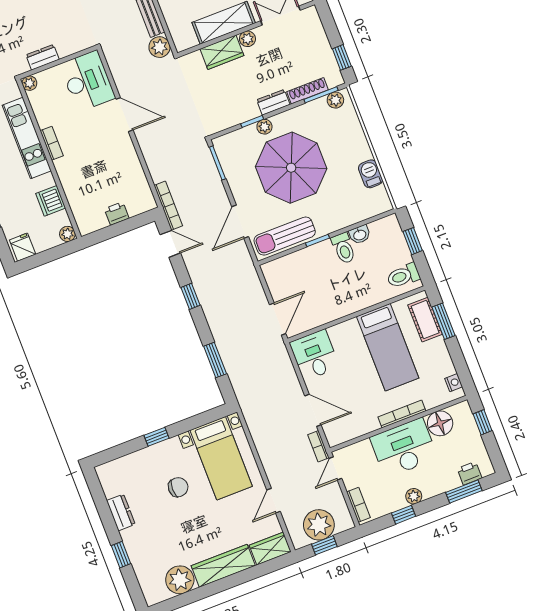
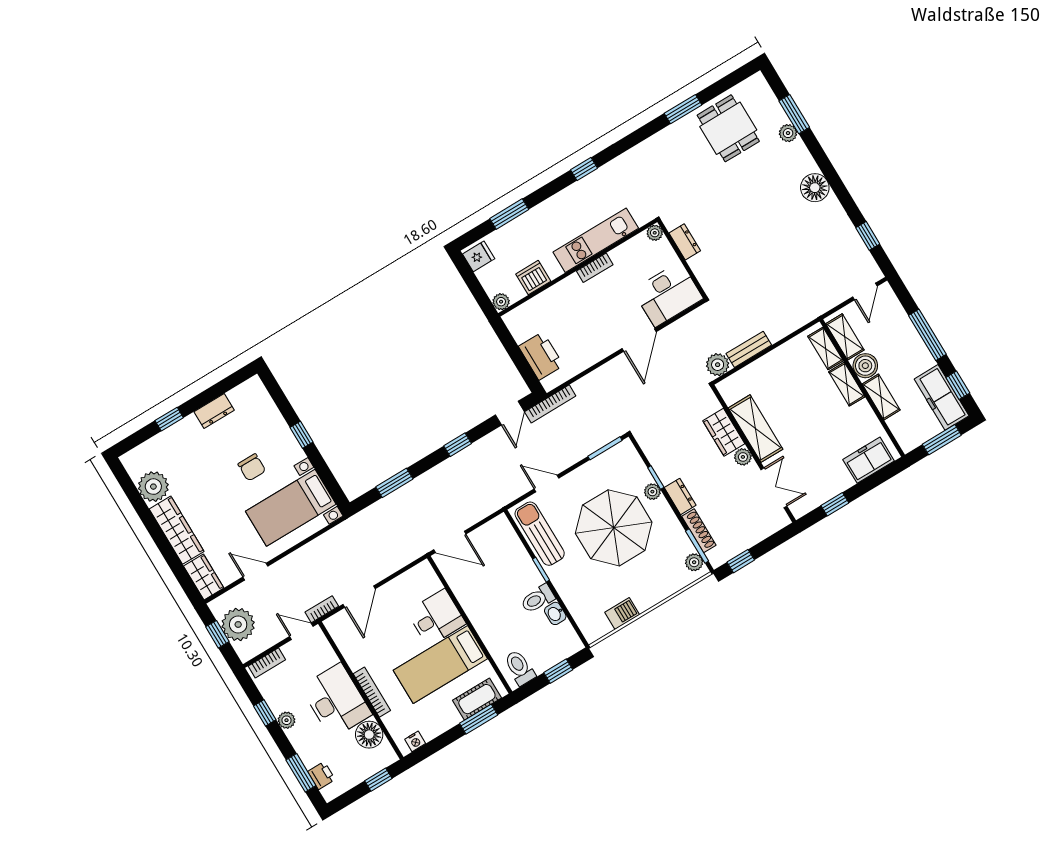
printer: (117, 213) -> (541, 356), width x1.87, depth x1.48
door: (240, 222) -> (547, 484), width x0.73
desk: (314, 355) -> (436, 618), moved

